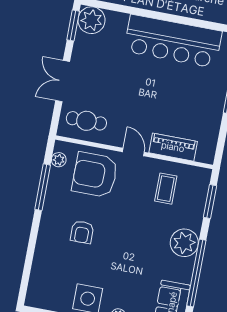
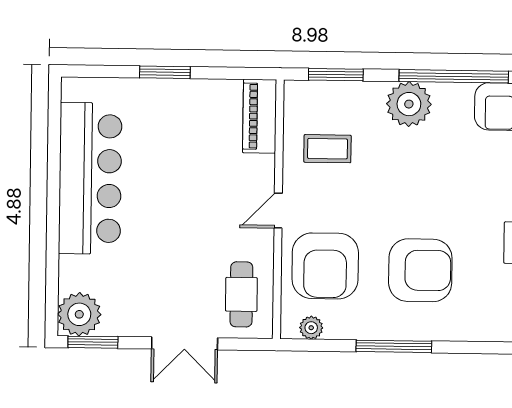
piano: (173, 147) -> (260, 116), moved
window: (43, 187) -> (394, 346), moved
armchair: (82, 232) -> (420, 270), width x1.88, depth x1.88

